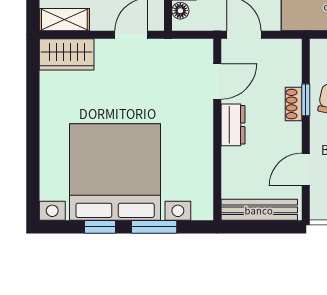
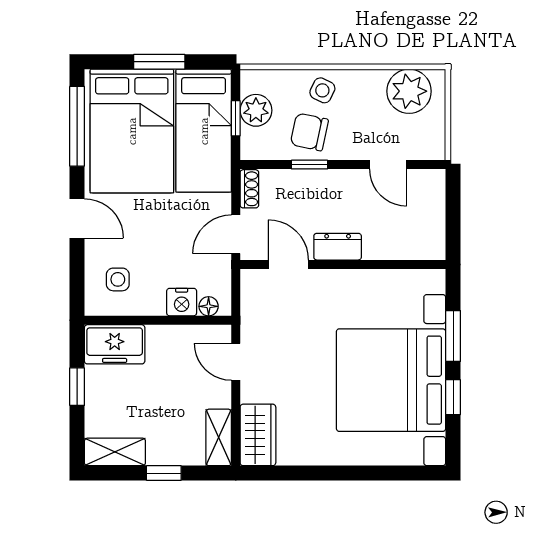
shoe rack: (294, 104) -> (249, 189), moved, turned -90
bench: (259, 210) -> (434, 217), removed

